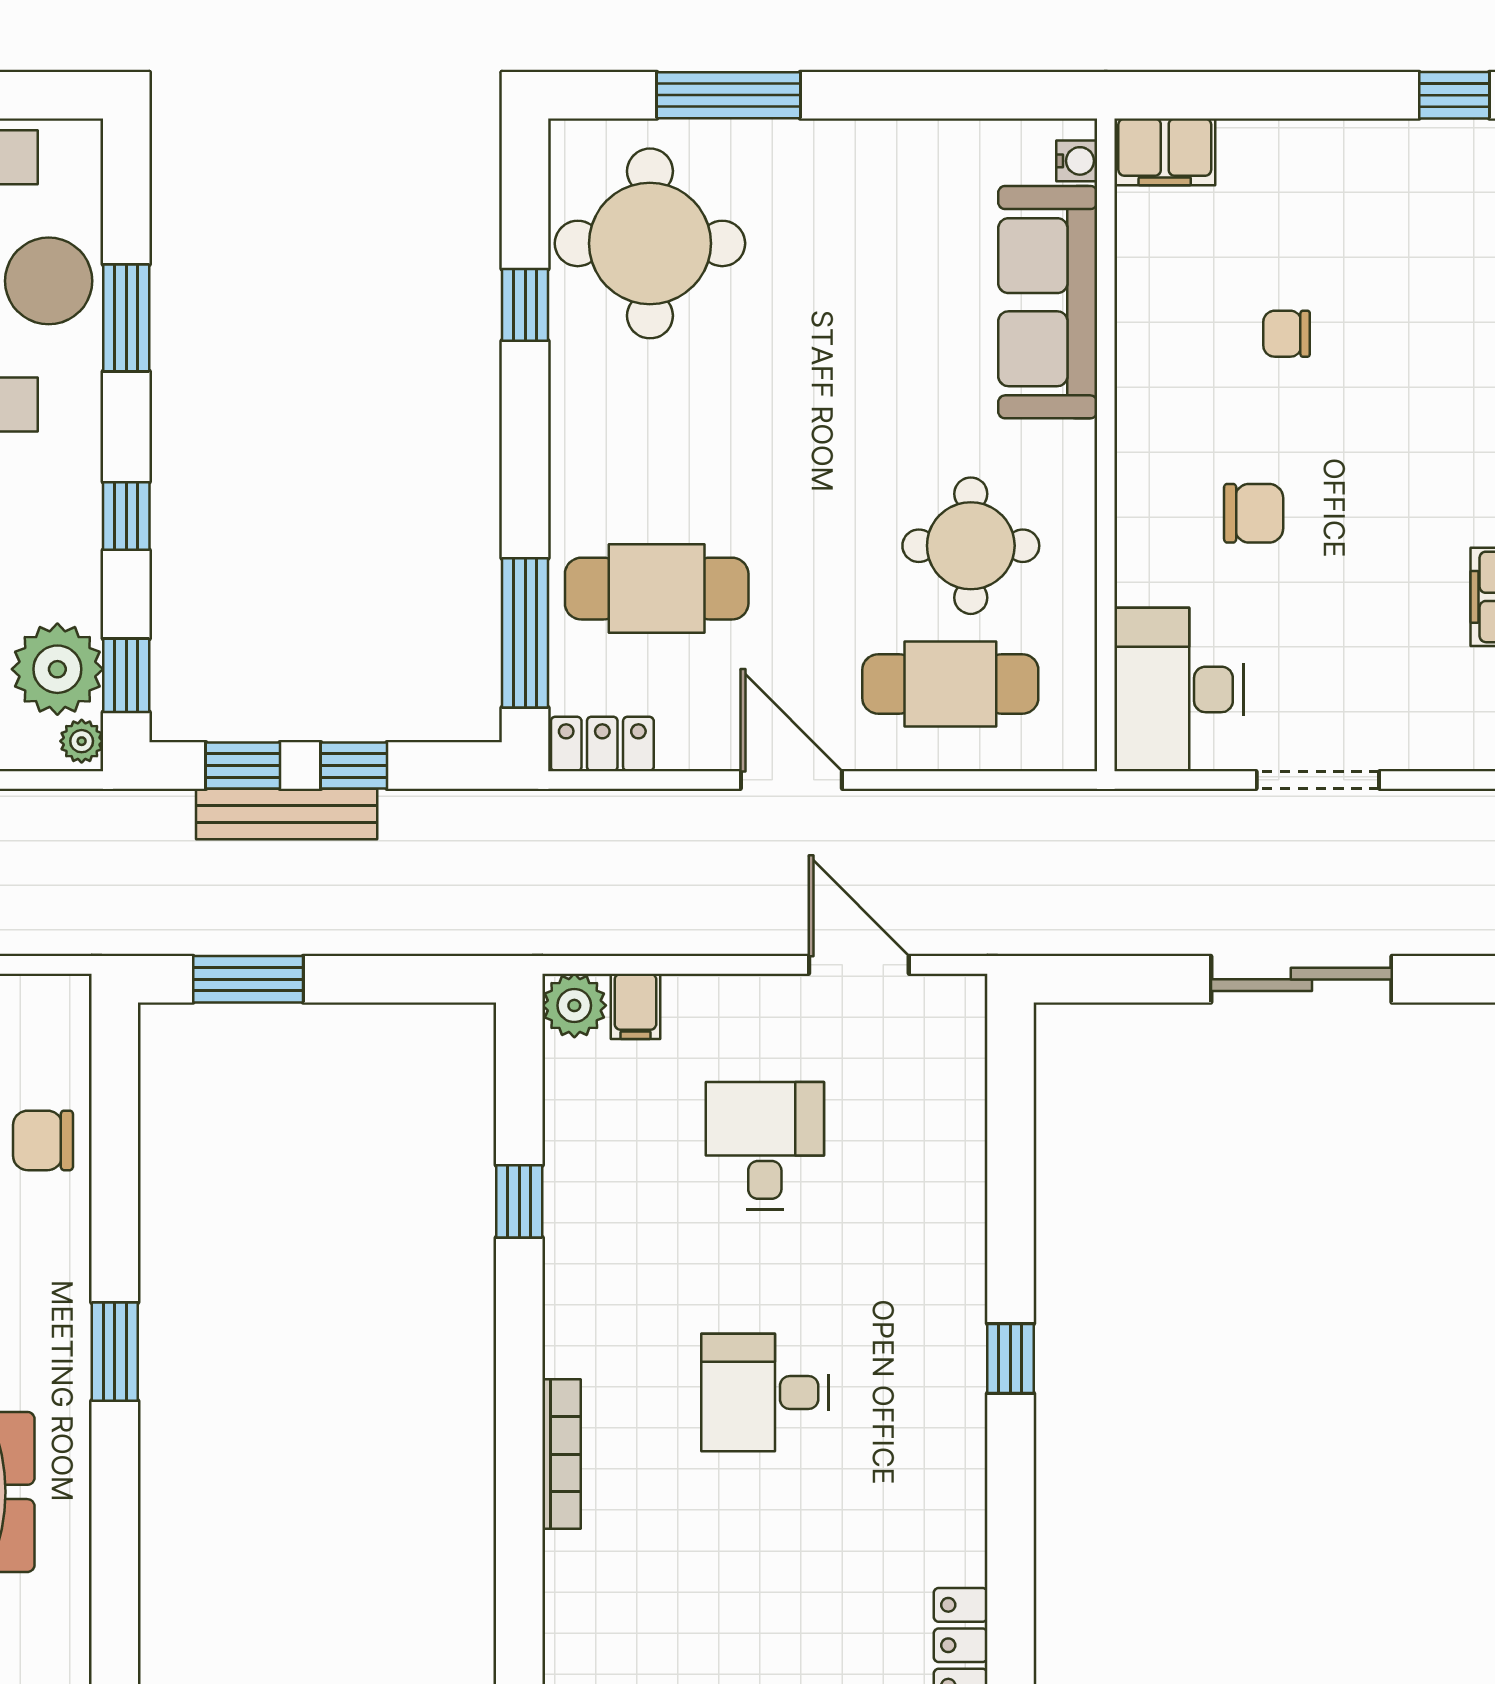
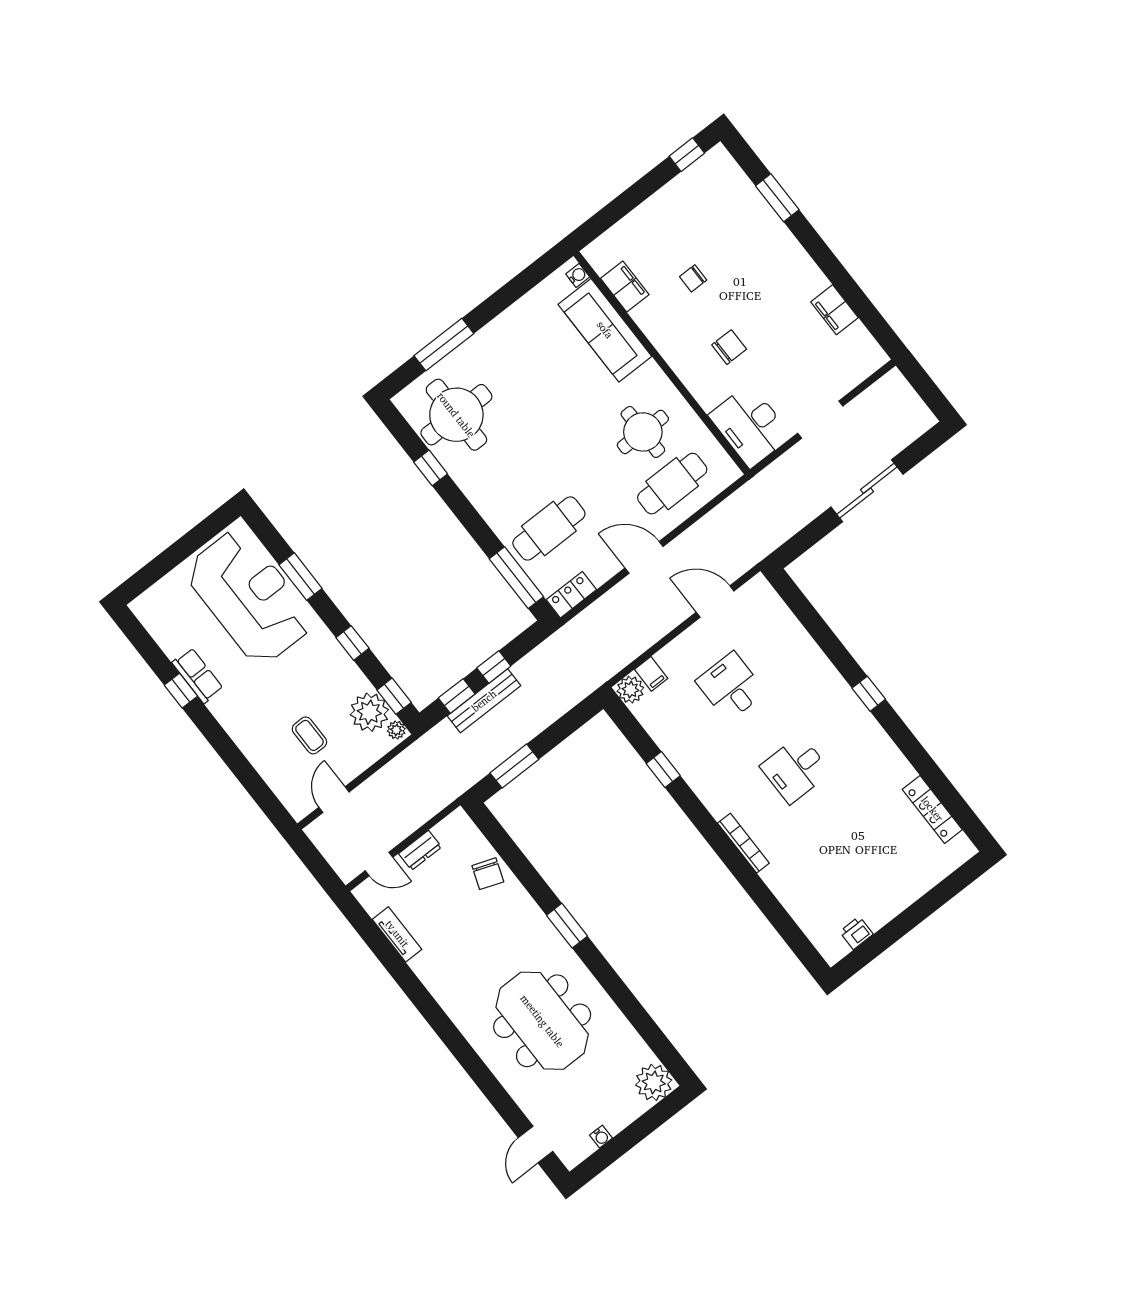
filing cabinet: (1165, 152) -> (625, 287), moved, turned -90
chair: (43, 1140) -> (488, 874), turned -70

